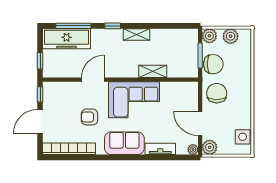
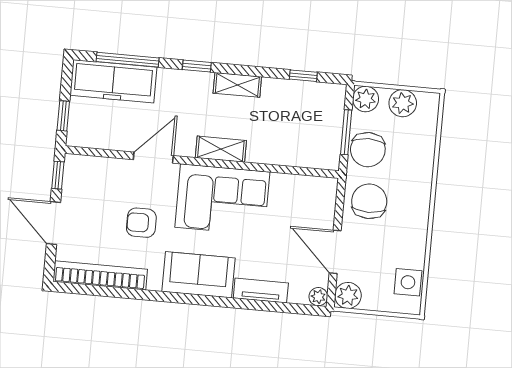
window: (173, 26) -> (303, 76), added
chair: (213, 64) -> (368, 150), turned 90
shelving: (153, 71) -> (221, 149), moved
door: (40, 122) -> (53, 223), hinge flipped

